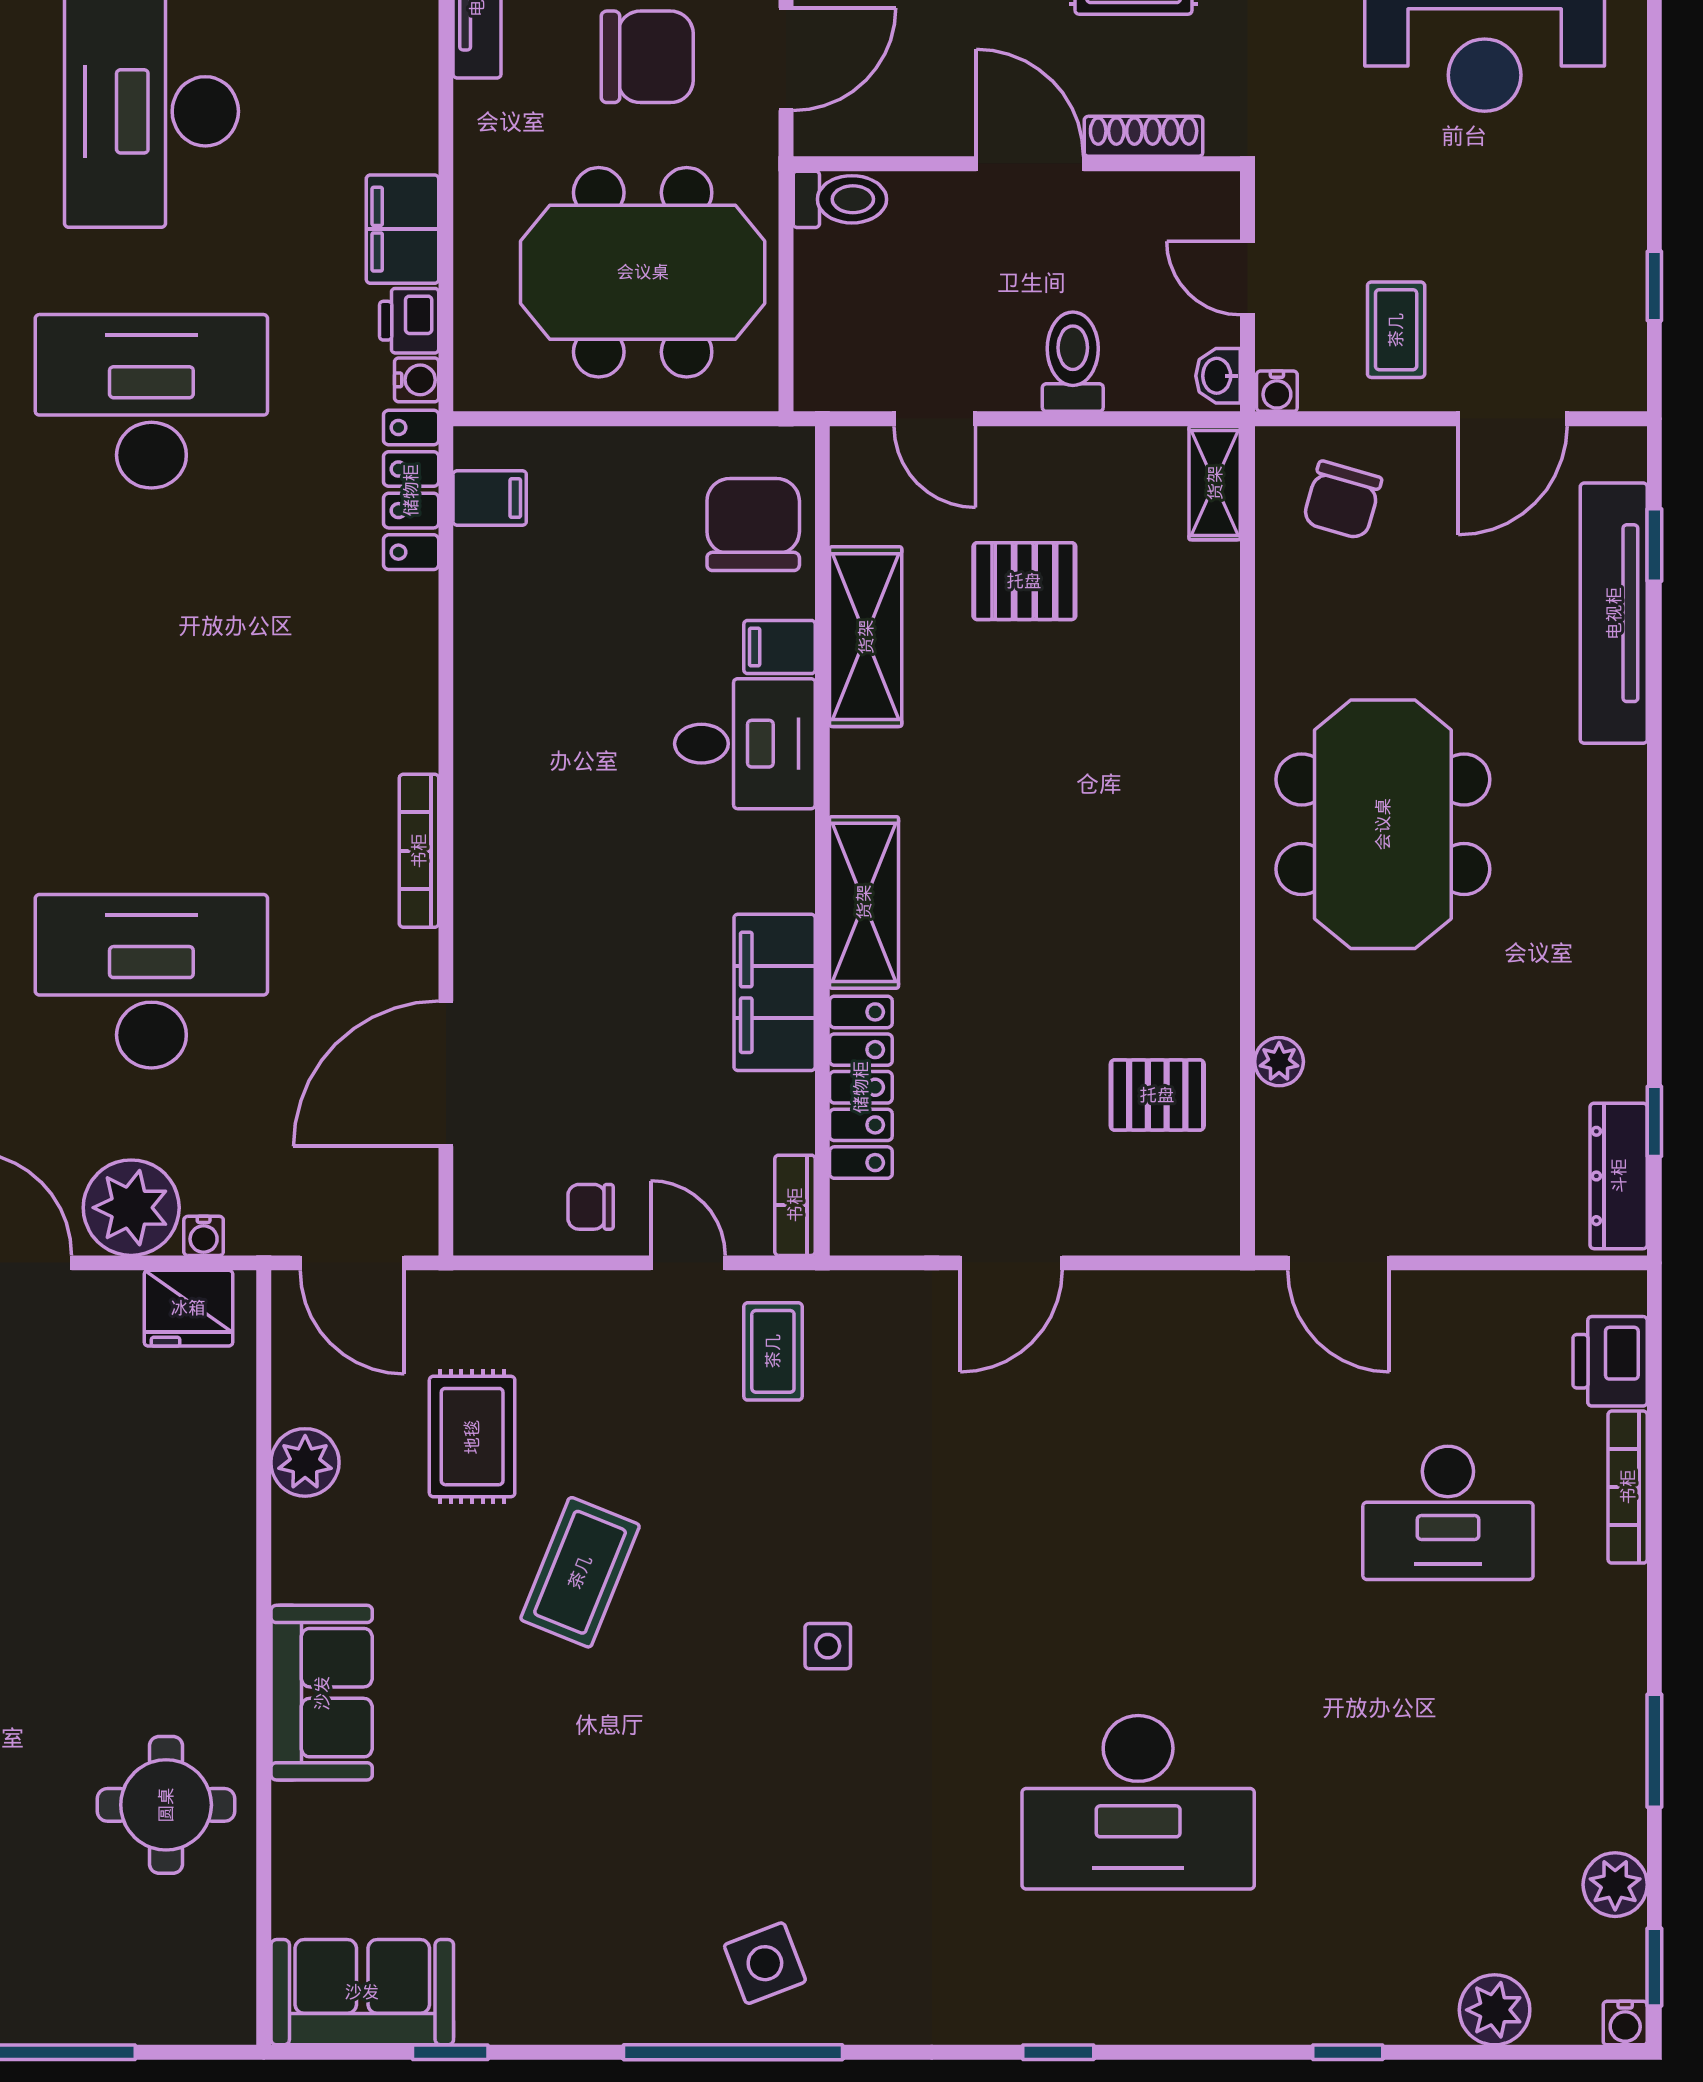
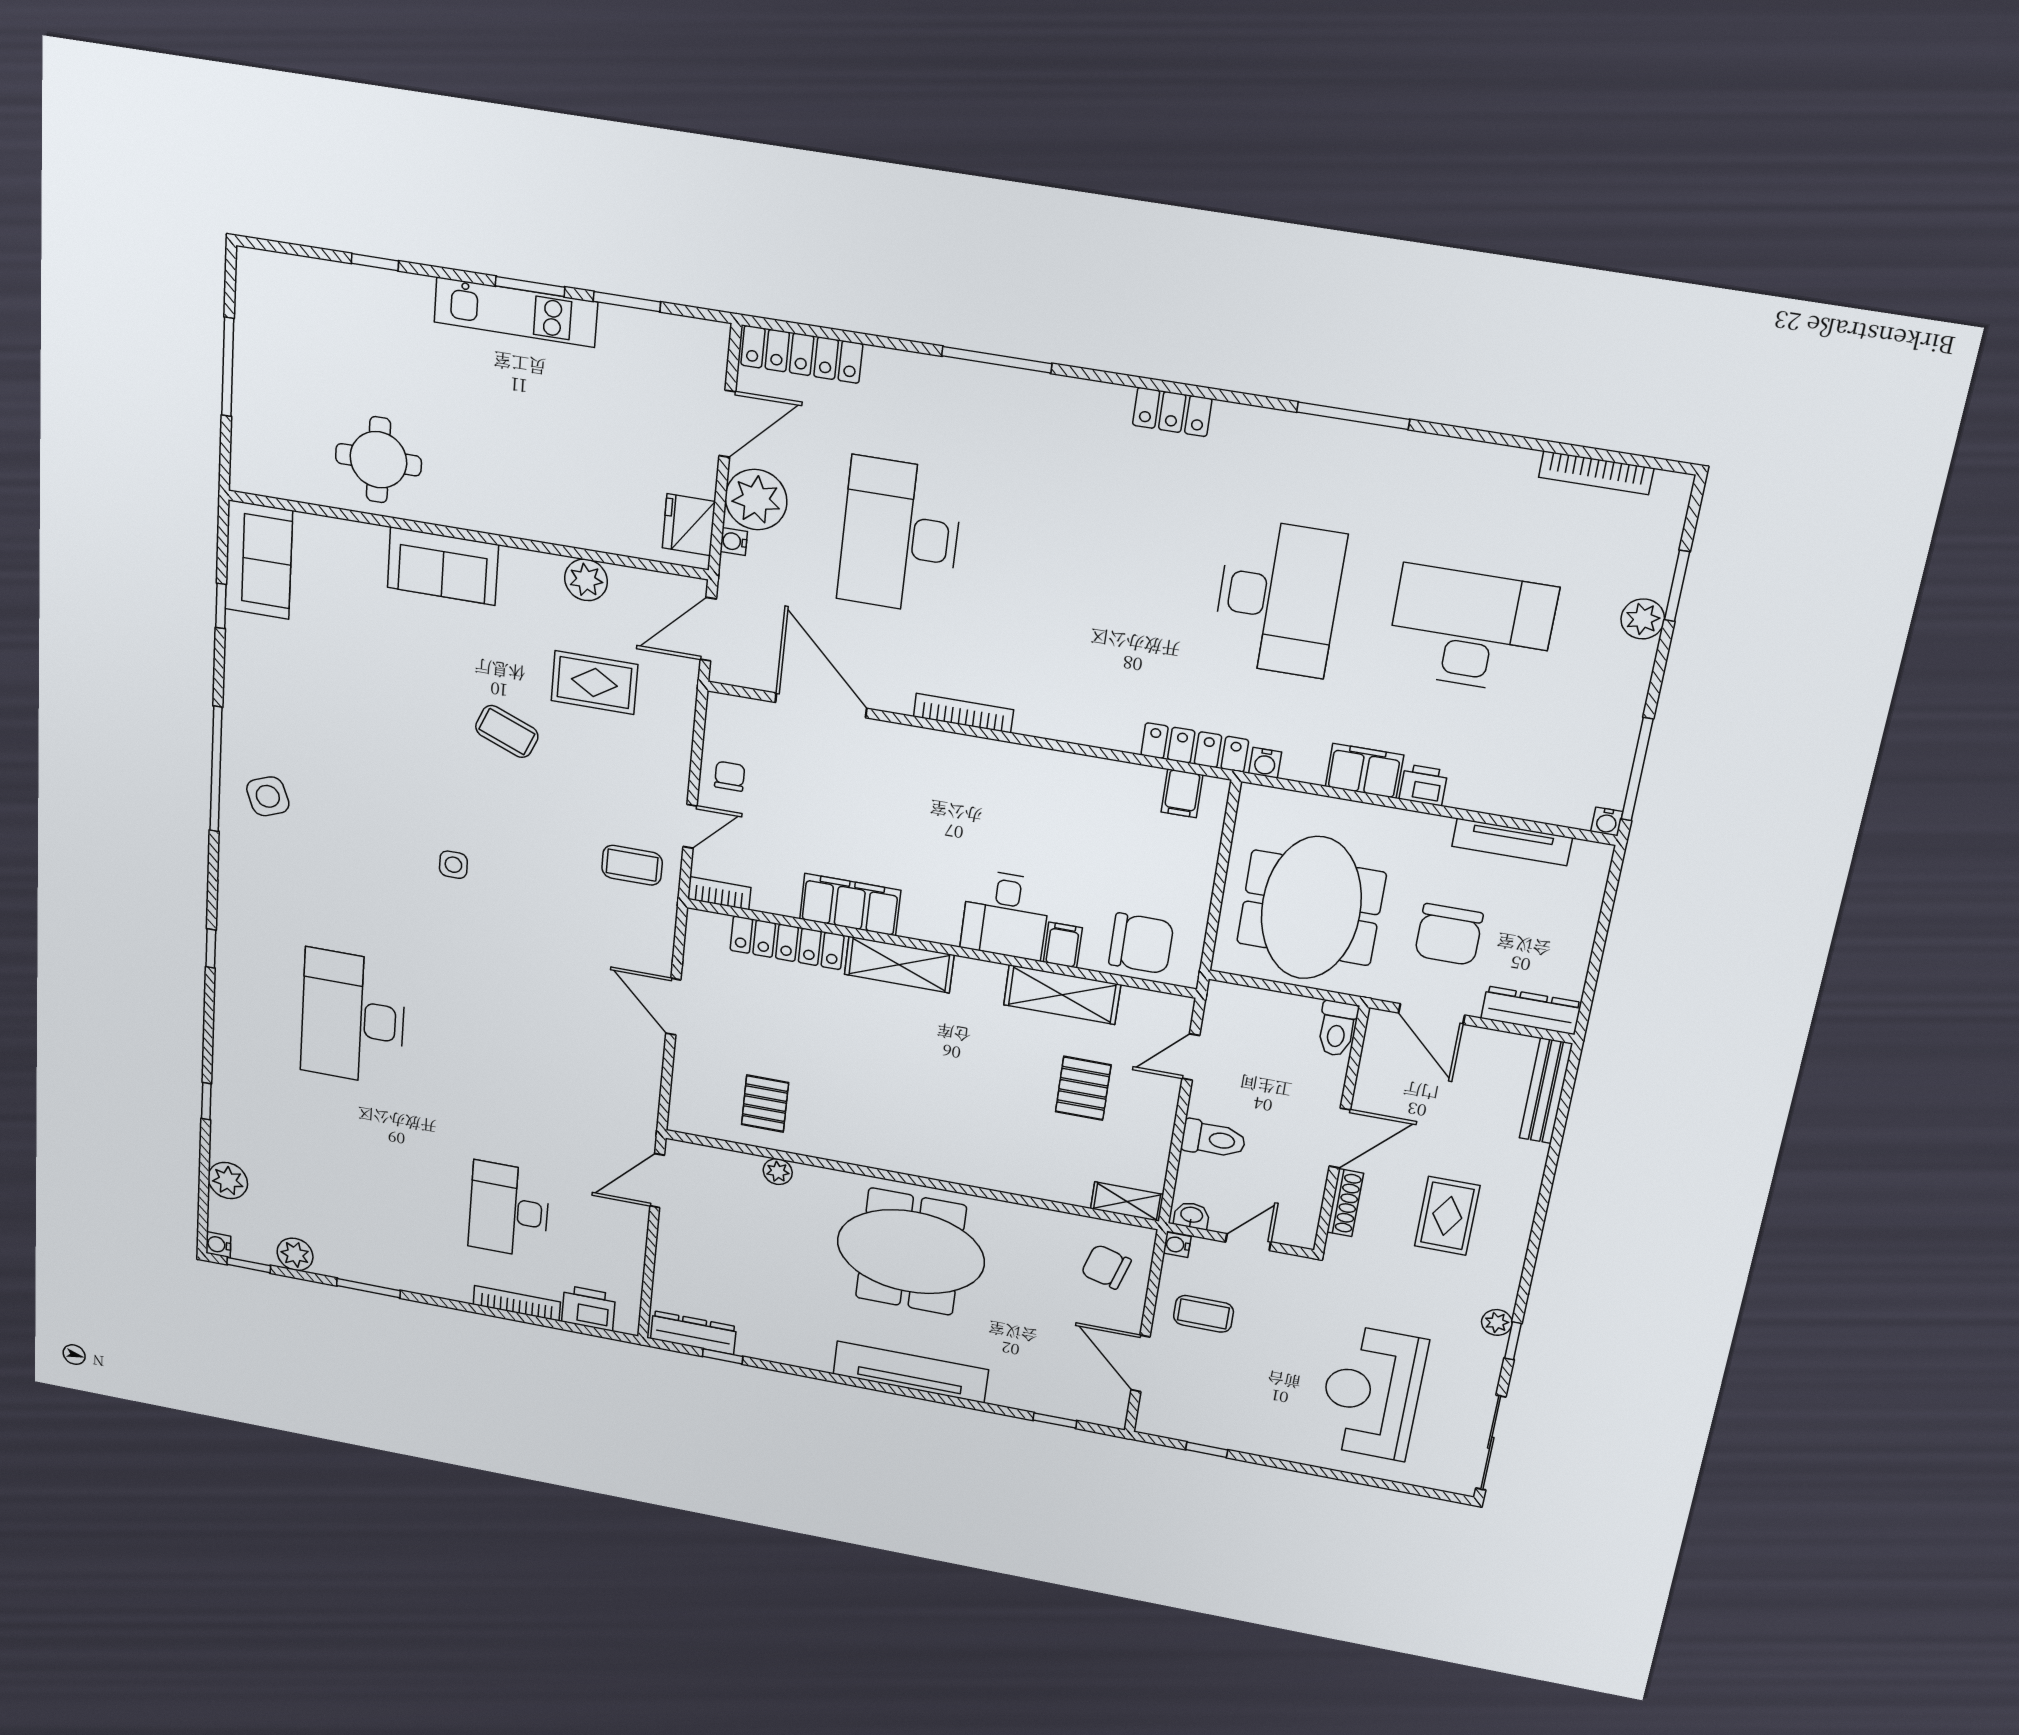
printer: (409, 321) -> (1423, 785), moved
tv unit: (1614, 613) -> (911, 1372), moved
desk: (151, 981) -> (900, 536), turned 180
coffee table: (580, 1572) -> (507, 731), width x0.73, depth x0.77

